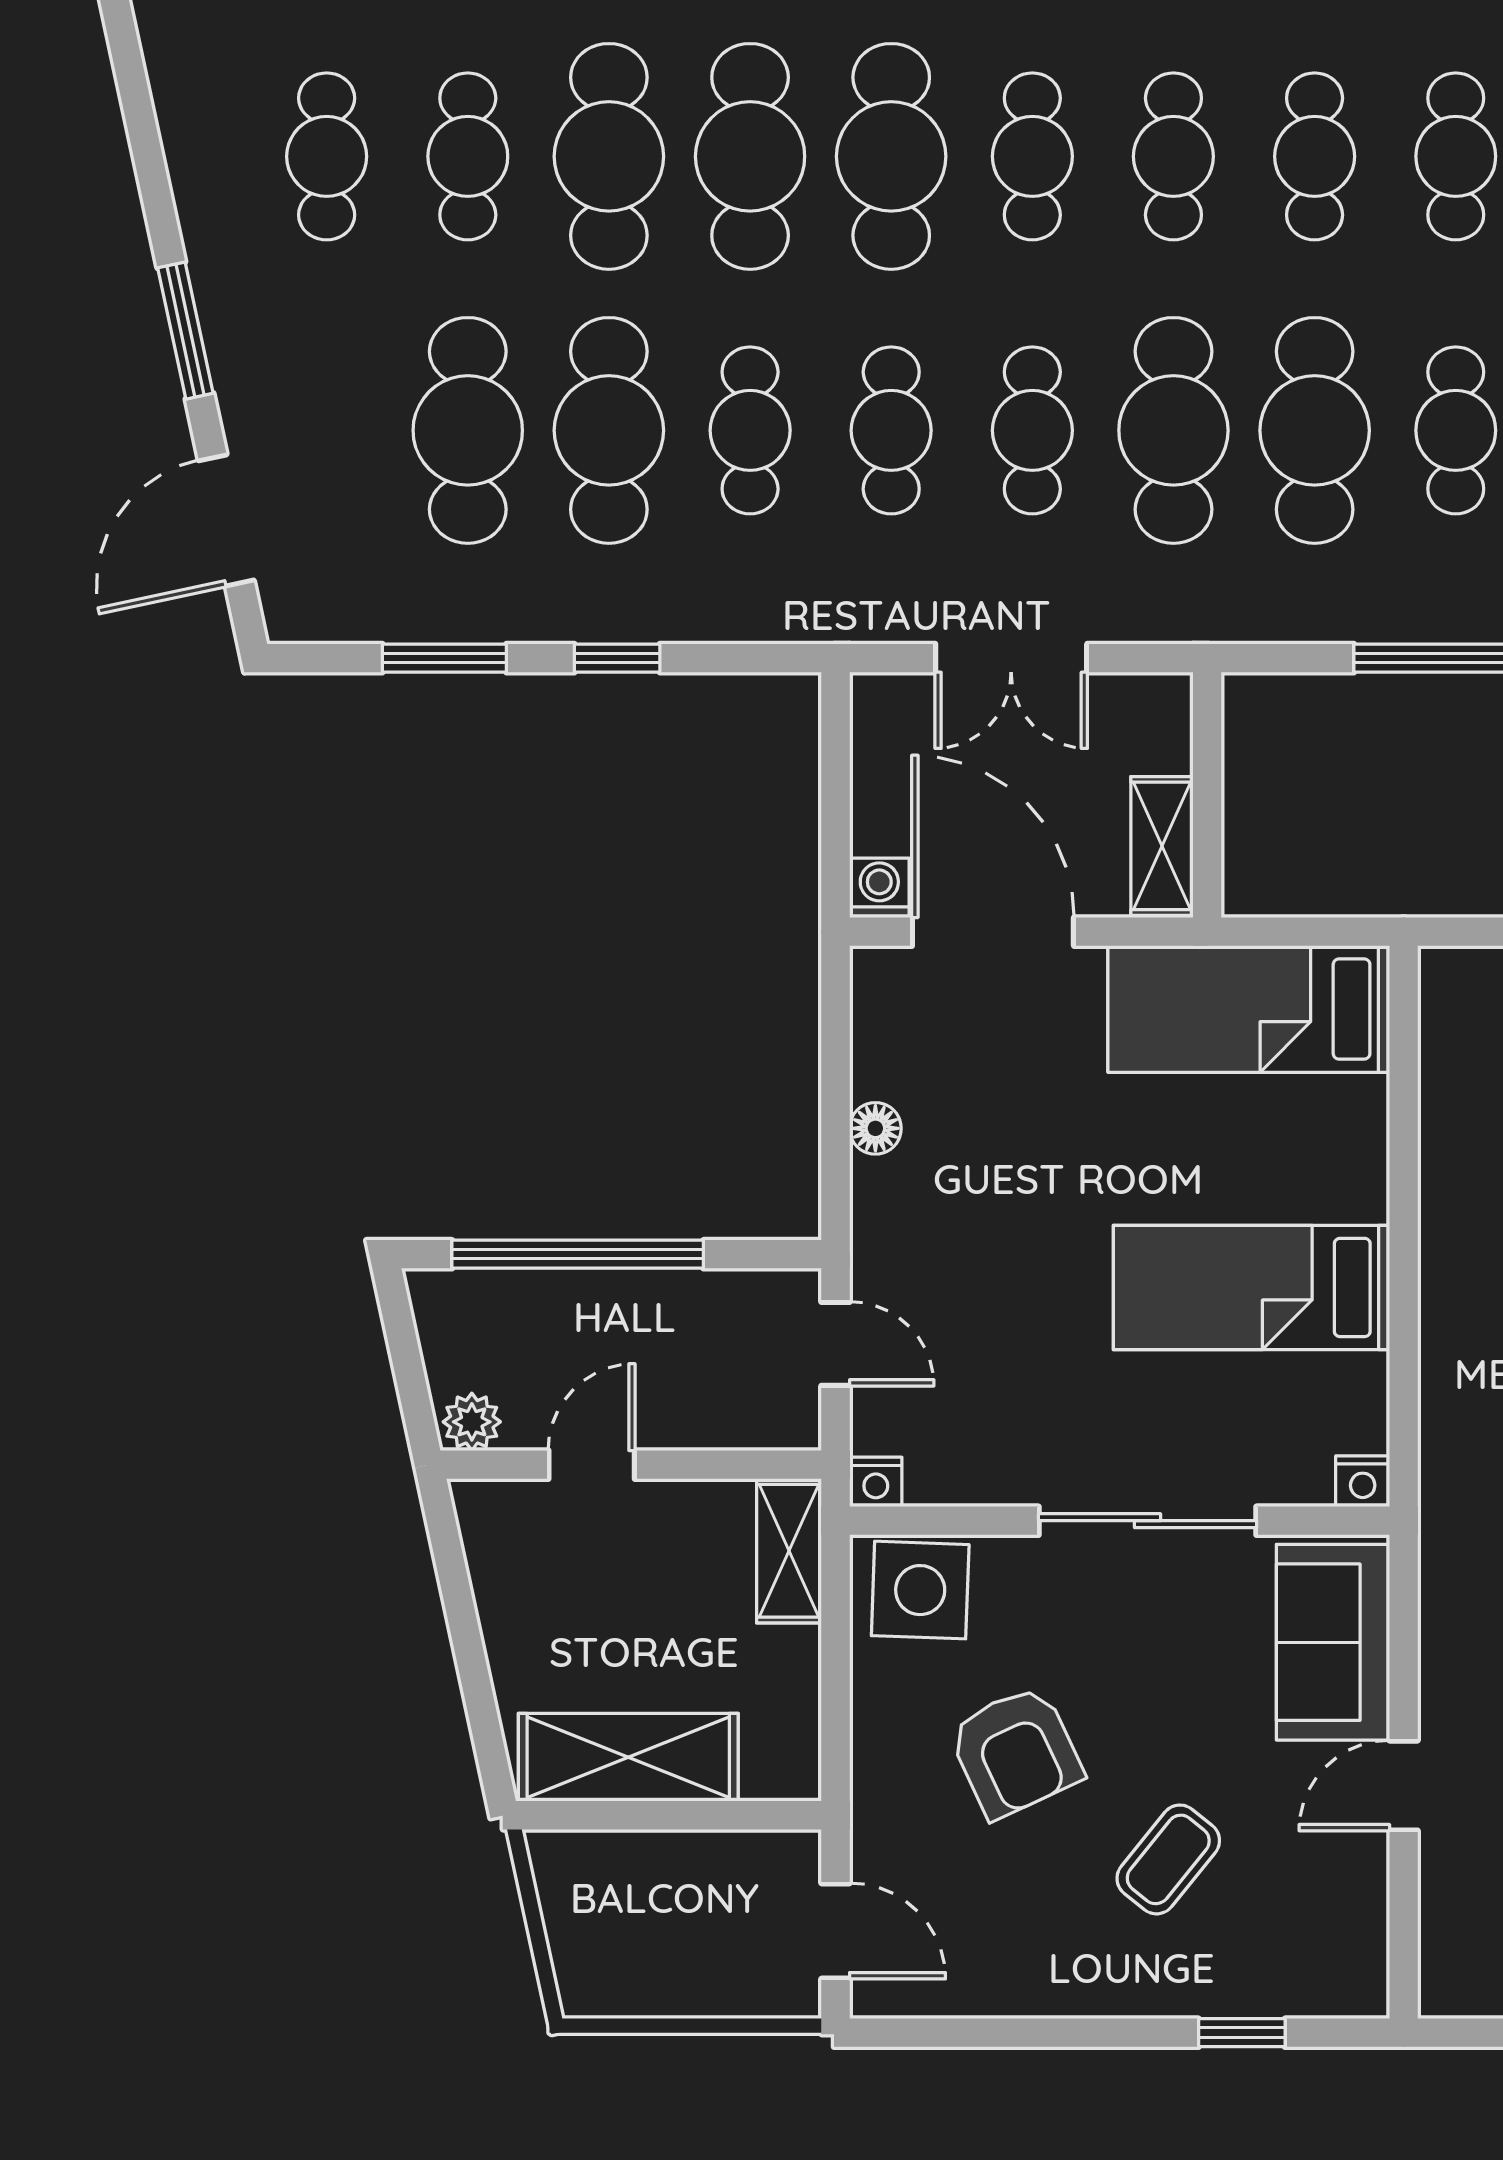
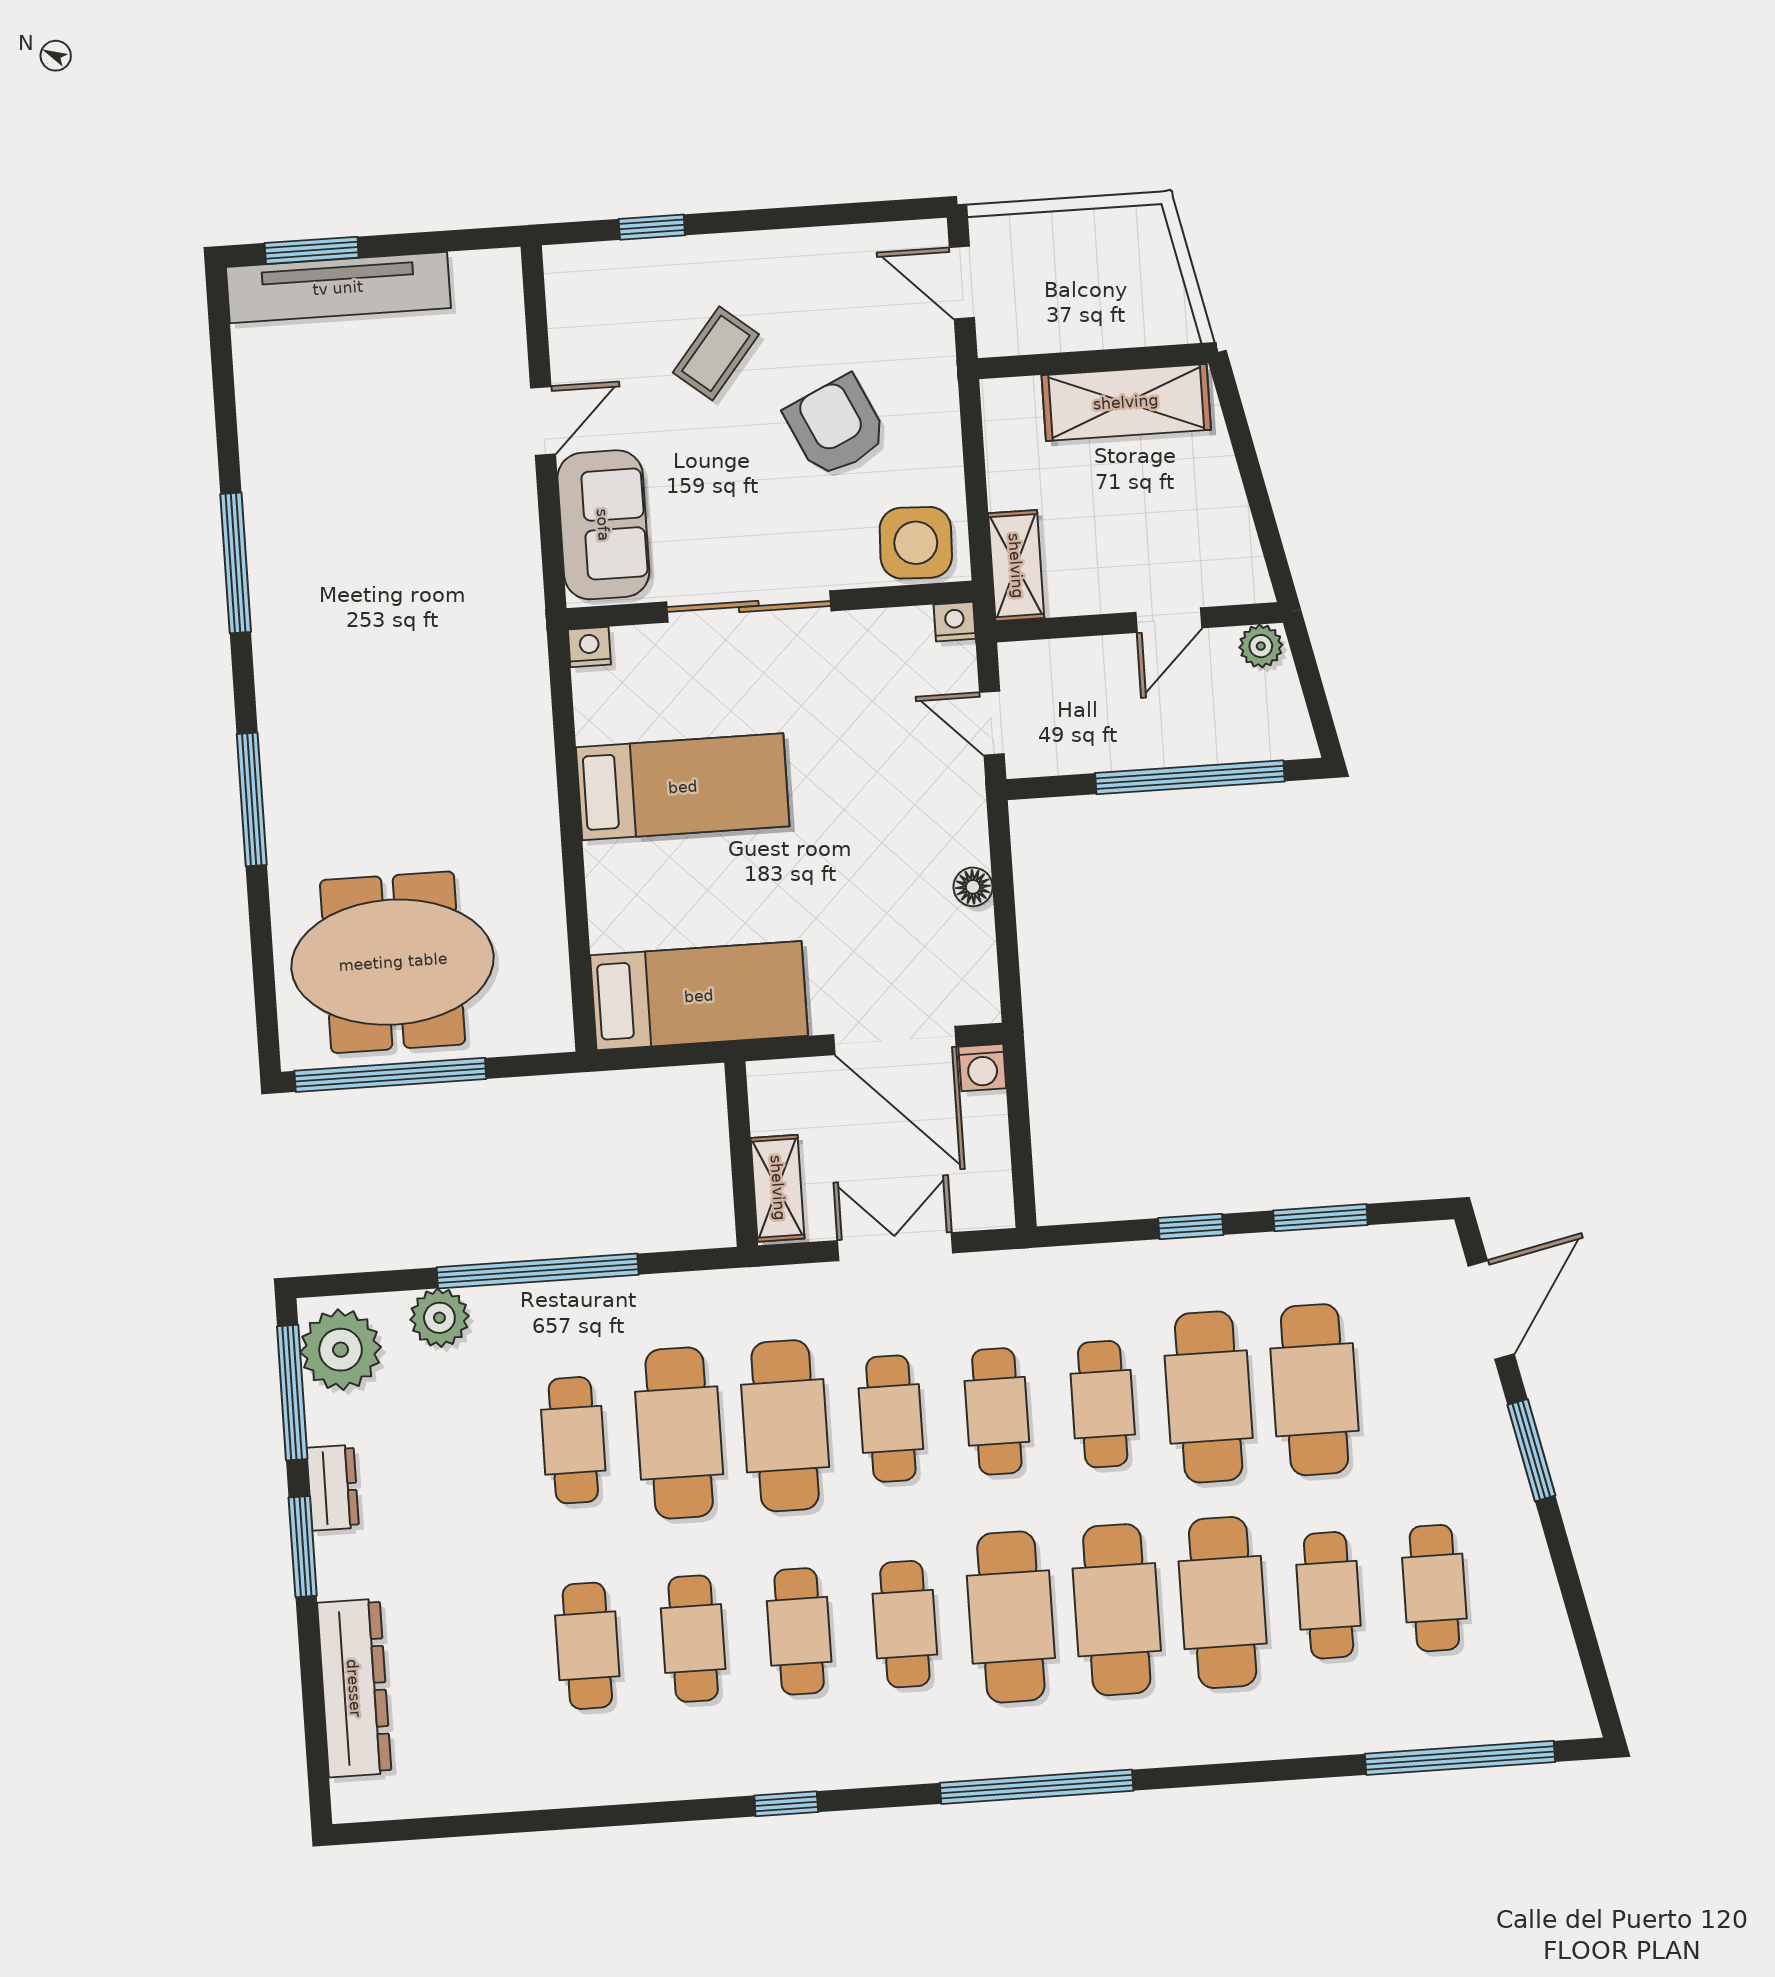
shelving: (1162, 846) -> (778, 1188), moved

